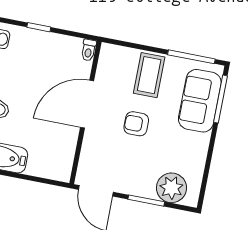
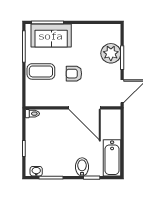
door: (87, 104) -> (85, 108), moved
armchair: (136, 124) -> (74, 74), turned 90
plant: (171, 188) -> (111, 53), moved

